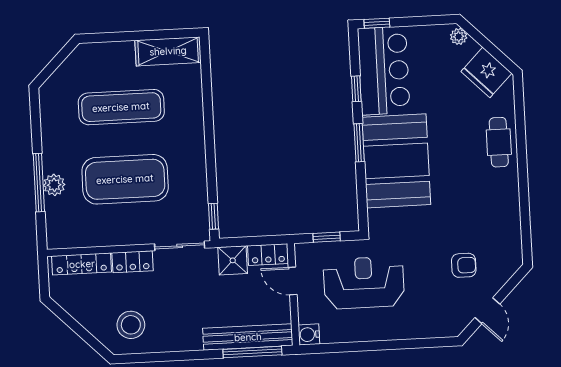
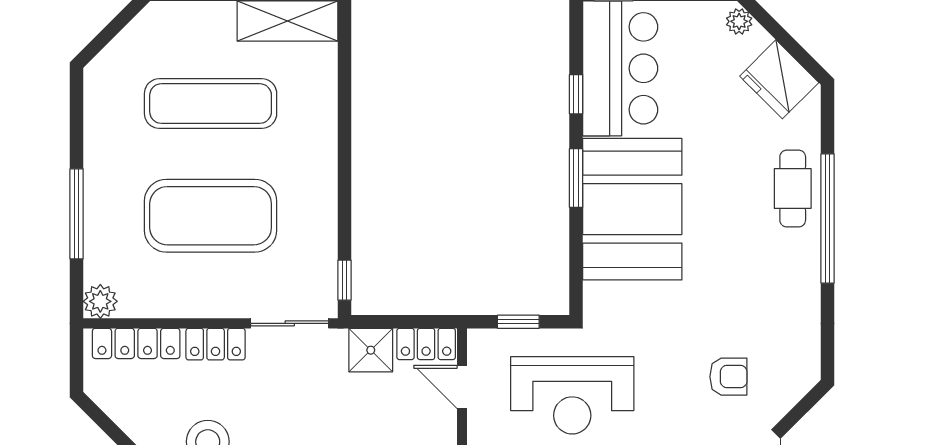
window: (522, 160) -> (828, 218), added
plant: (54, 185) -> (100, 301), moved
reception desk: (364, 283) -> (572, 395), turned 180

